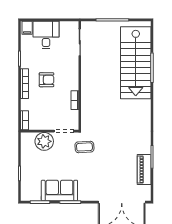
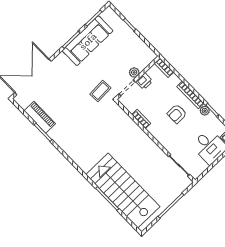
plant: (25, 63) -> (205, 111), added
printer: (47, 124) -> (144, 81), added
plant: (44, 141) -> (134, 72), width x0.53, depth x0.53
sofa: (59, 191) -> (88, 41), width x1.36

